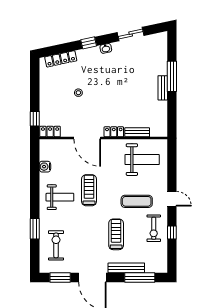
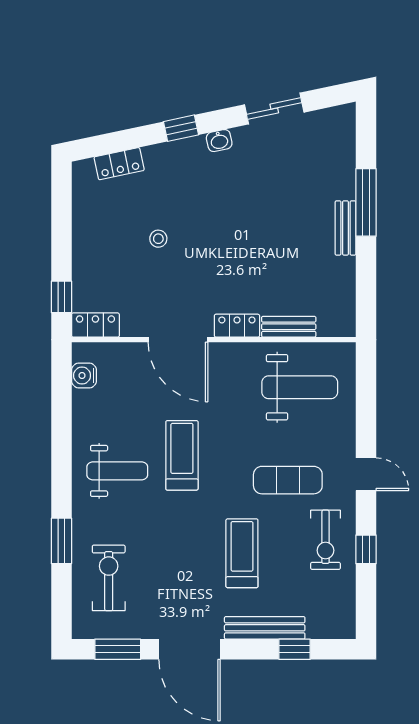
locker: (61, 59) -> (119, 164), width x0.66
water cooler: (45, 167) -> (84, 376), moved
window: (140, 278) -> (295, 649), width x0.46

